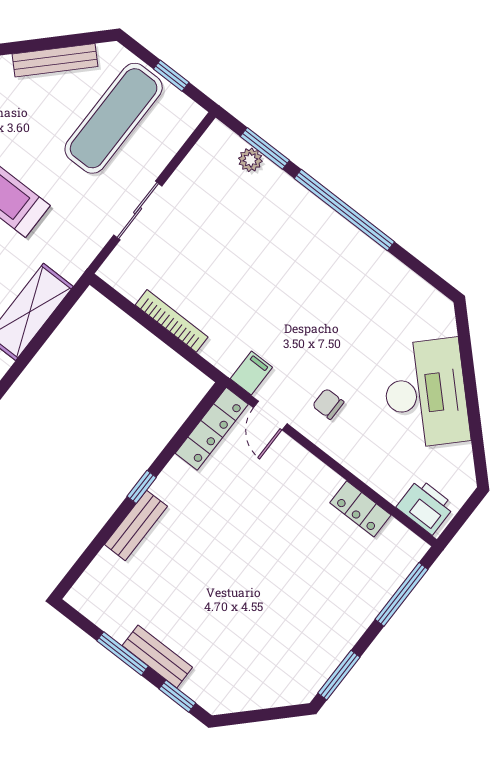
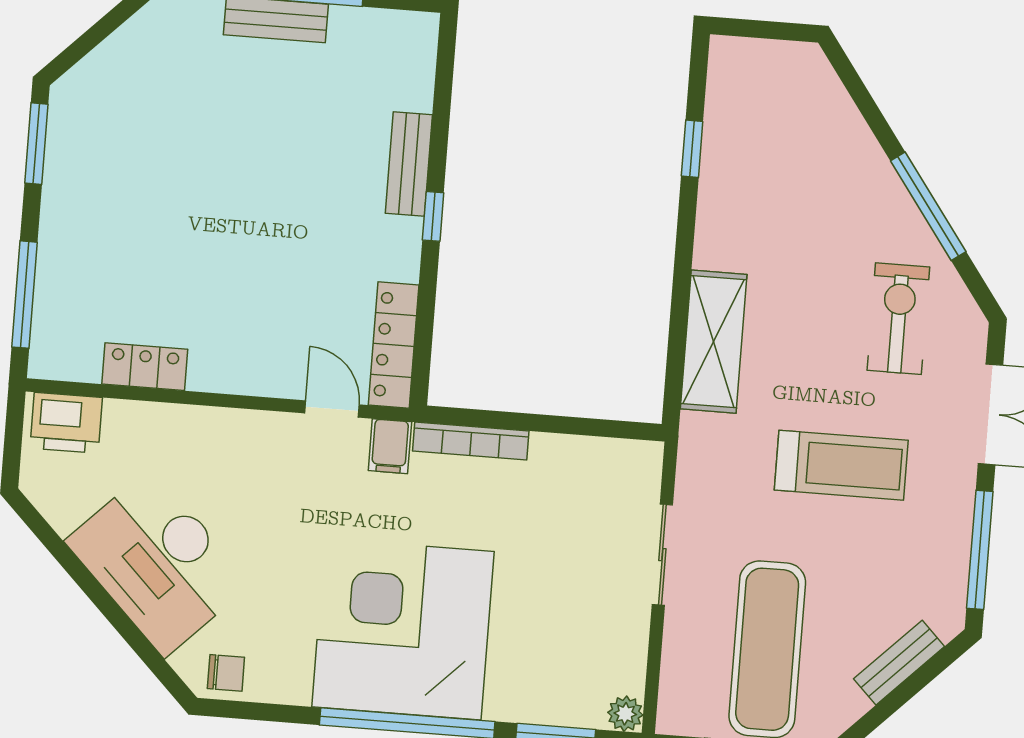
bench: (55, 60) -> (899, 663), width x0.73
plant: (250, 160) -> (625, 714), moved
corner desk: (312, 265) -> (403, 629), added
bookcase: (172, 321) -> (471, 441), moved
chair: (328, 404) -> (226, 673), moved

